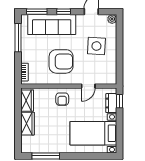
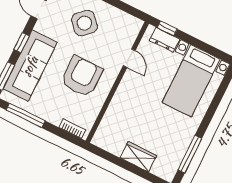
side table: (96, 46) -> (84, 23), turned 45
armchair: (62, 99) -> (129, 98), removed
wardrobe: (27, 101) -> (109, 143), removed

